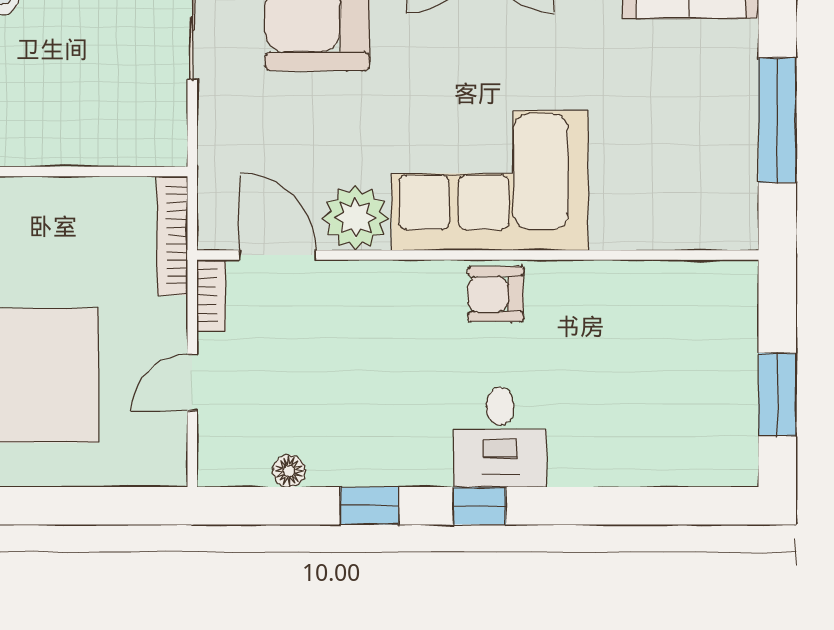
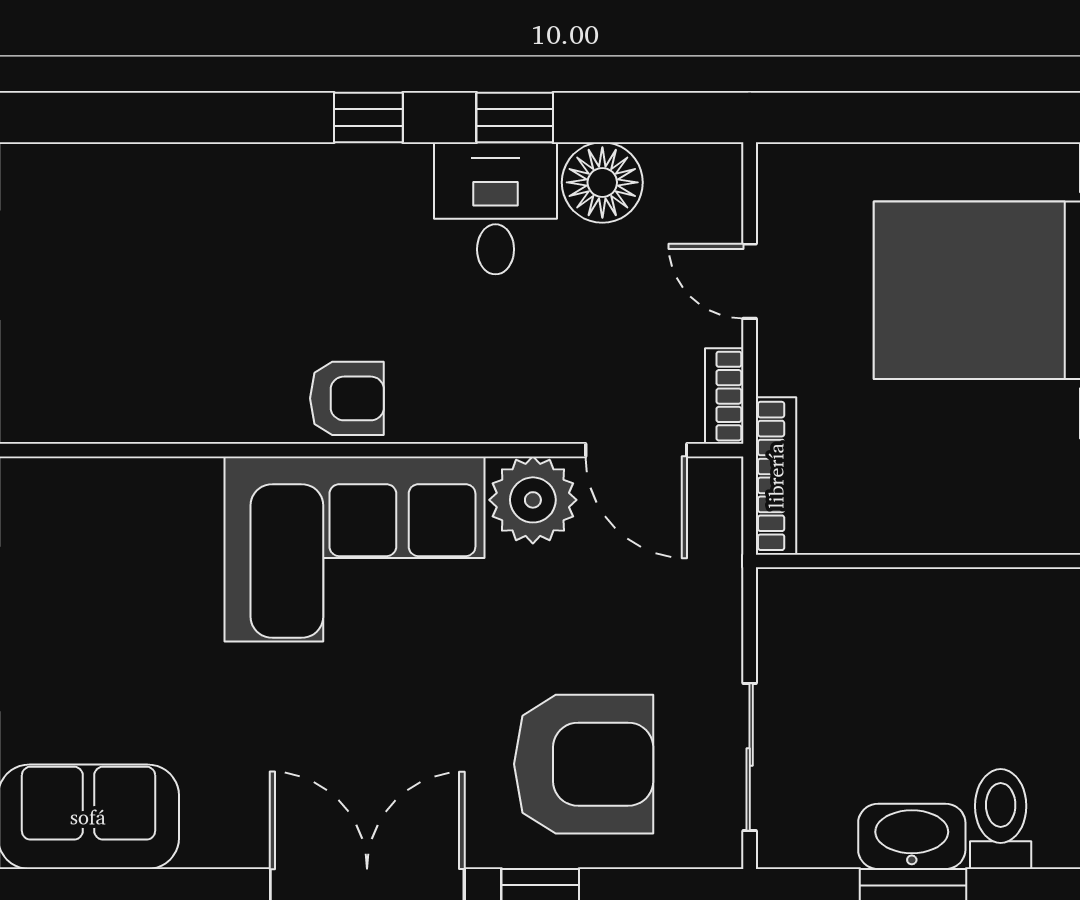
door: (192, 383) -> (750, 281), swing flipped
desk: (500, 437) -> (496, 208), moved
floor lamp: (289, 471) -> (602, 182), width x1.89, depth x1.89

